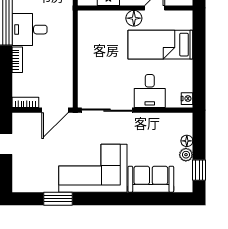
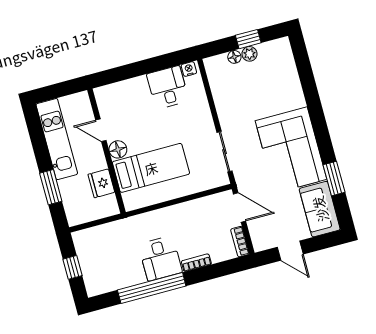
bed: (160, 45) -> (151, 168), moved, turned -90
desk: (150, 91) -> (168, 87), moved, turned -90
sliding door: (107, 110) -> (225, 152), width x0.73
window: (199, 170) -> (248, 39), moved
sofa: (151, 179) -> (320, 209), moved

